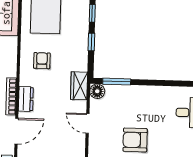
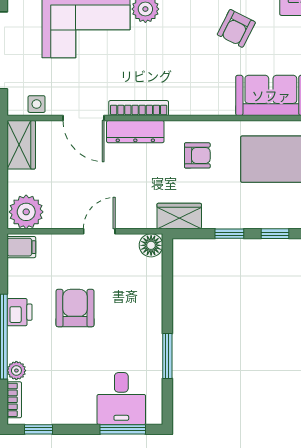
window: (117, 82) -> (167, 356), moved
wardrobe: (79, 86) -> (179, 216), moved
dresser: (26, 99) -> (135, 132), width x1.44

